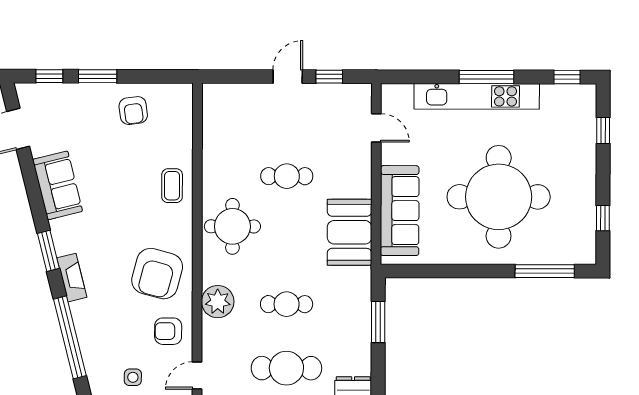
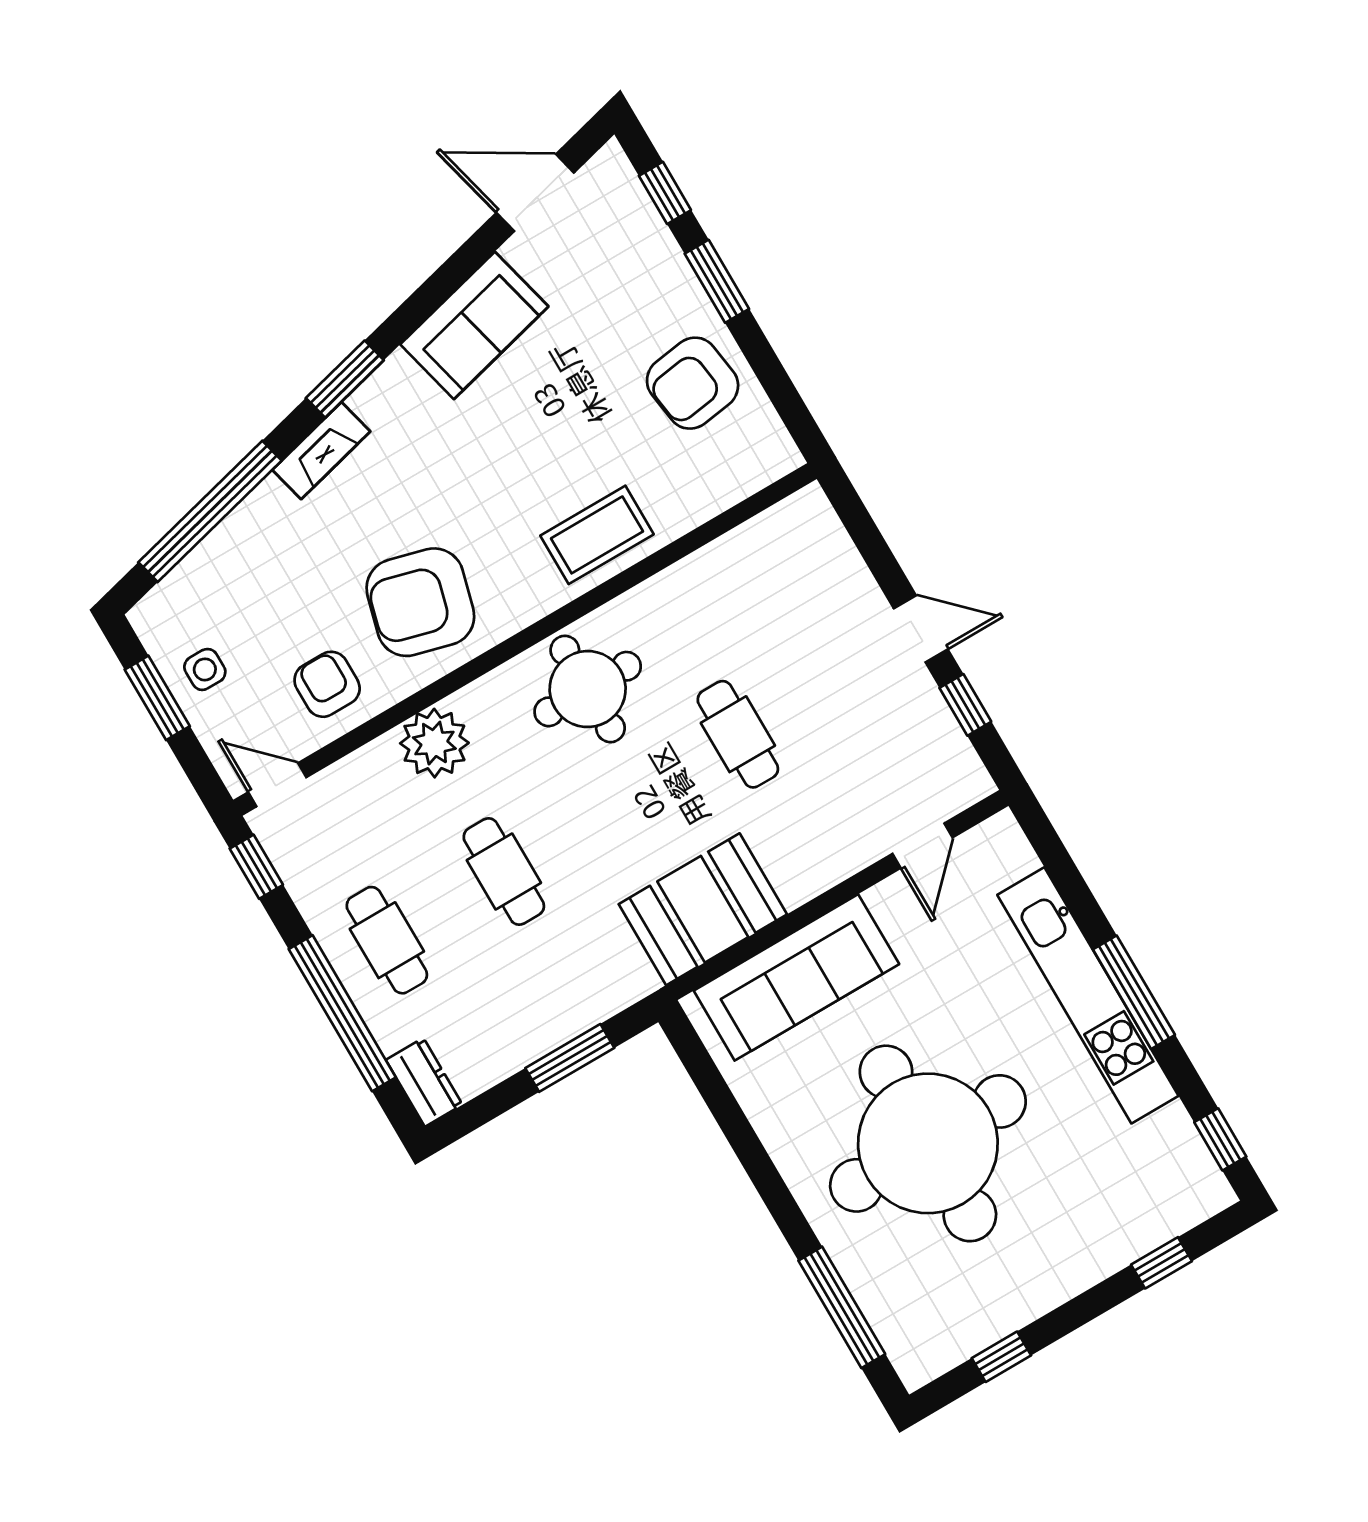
armchair: (133, 111) -> (693, 383), width x1.38, depth x1.38
coffee table: (172, 186) -> (597, 535), width x1.36, depth x1.30
cafe table: (286, 368) -> (387, 940), width x0.73, depth x0.74

